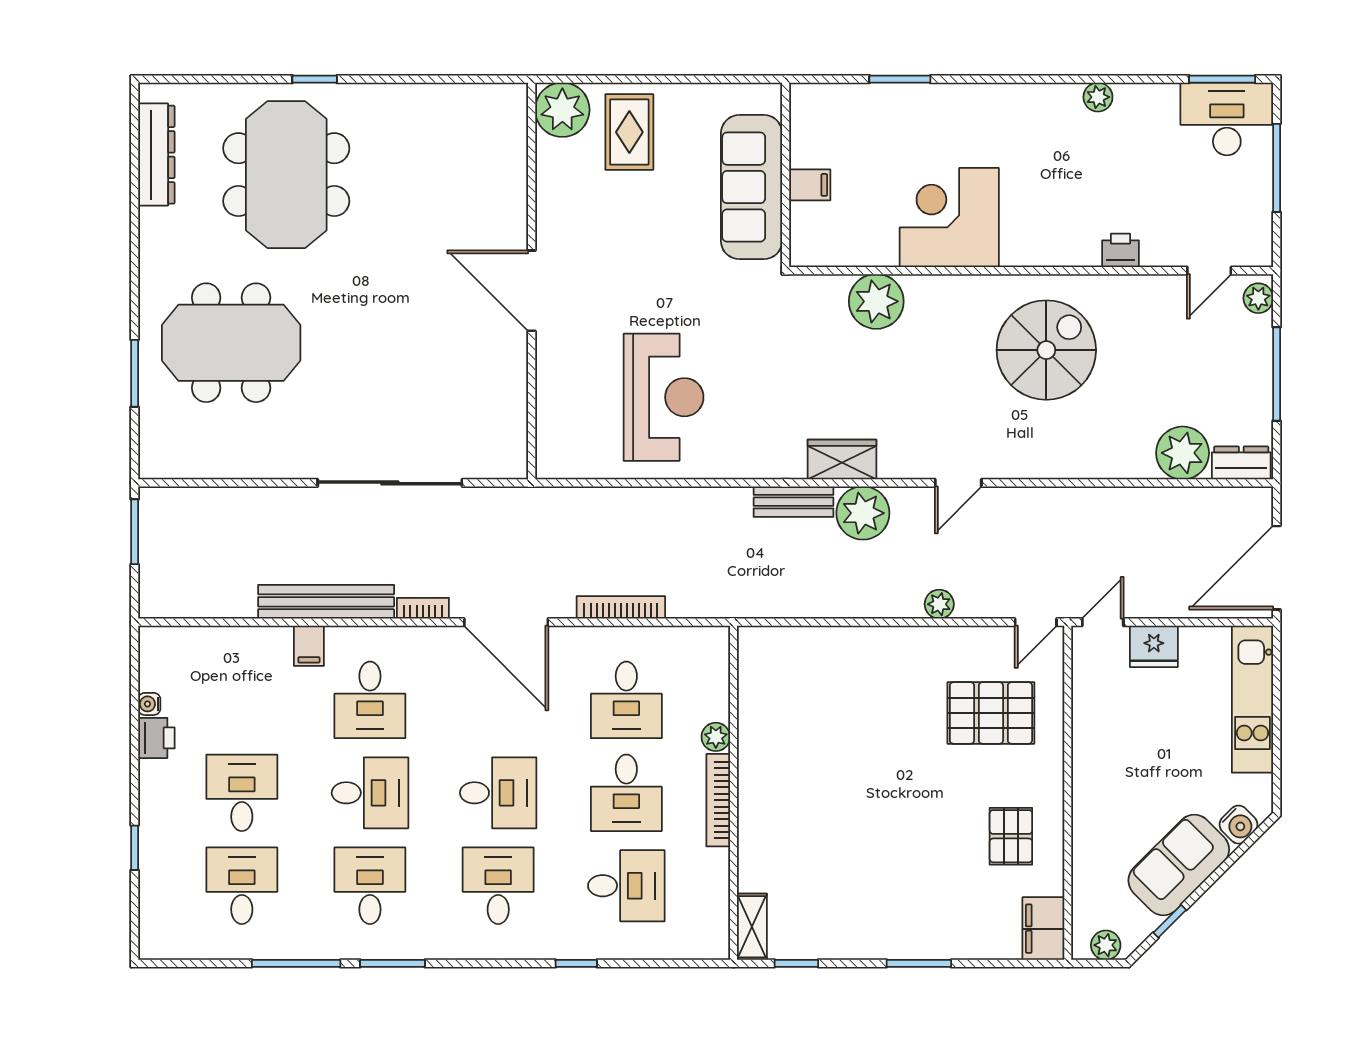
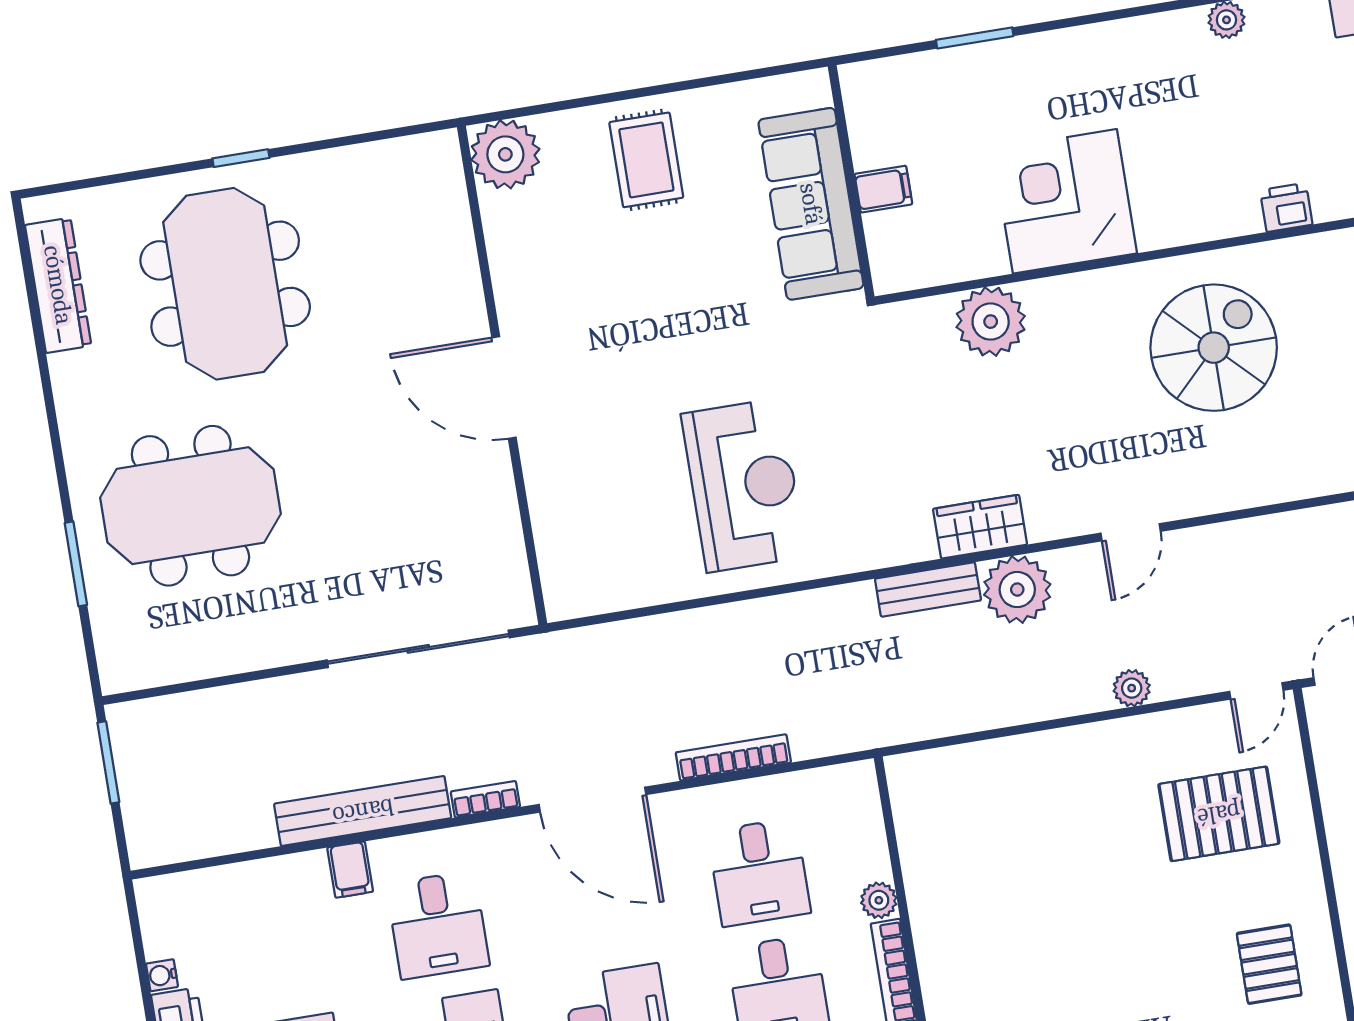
plant: (562, 110) -> (505, 154), moved
wall: (532, 281) -> (502, 375), moved
door: (532, 291) -> (504, 387), moved

